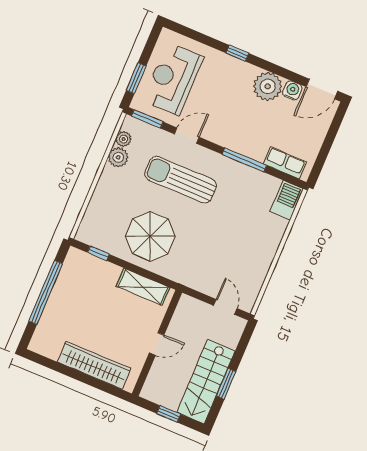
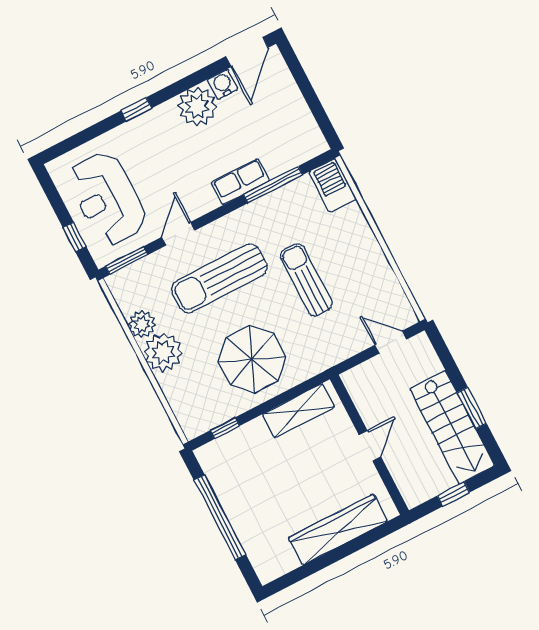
window: (136, 78) -> (75, 237), width x0.67
plant: (124, 139) -> (163, 352), moved, width x1.88, depth x1.88
window: (244, 160) -> (273, 185), moved
row of seats: (285, 163) -> (240, 182), moved
sun lounger: (221, 230) -> (306, 280), added

